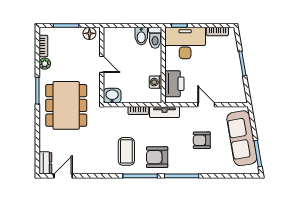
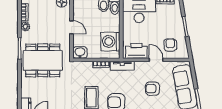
washing machine: (155, 82) -> (111, 42), width x1.89, depth x1.89
printer: (174, 84) -> (136, 51), moved, turned -90
armchair: (224, 86) -> (170, 45), added
dining table: (66, 105) -> (43, 60), turned 90

